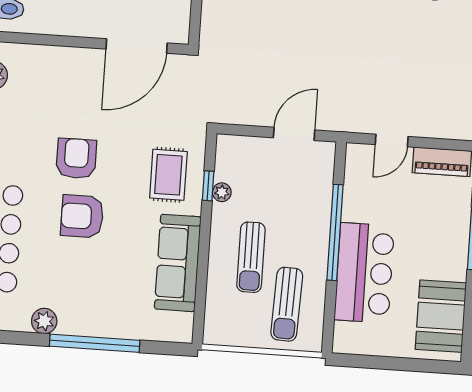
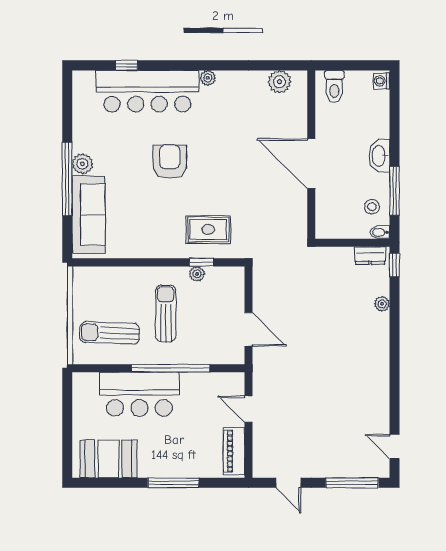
door: (137, 46) -> (311, 164), moved
armchair: (76, 158) -> (216, 154), removed
sun lounger: (251, 257) -> (166, 313), moved, turned 90
sofa: (178, 263) -> (89, 215), moved, turned 90
plant: (44, 321) -> (82, 164), moved

